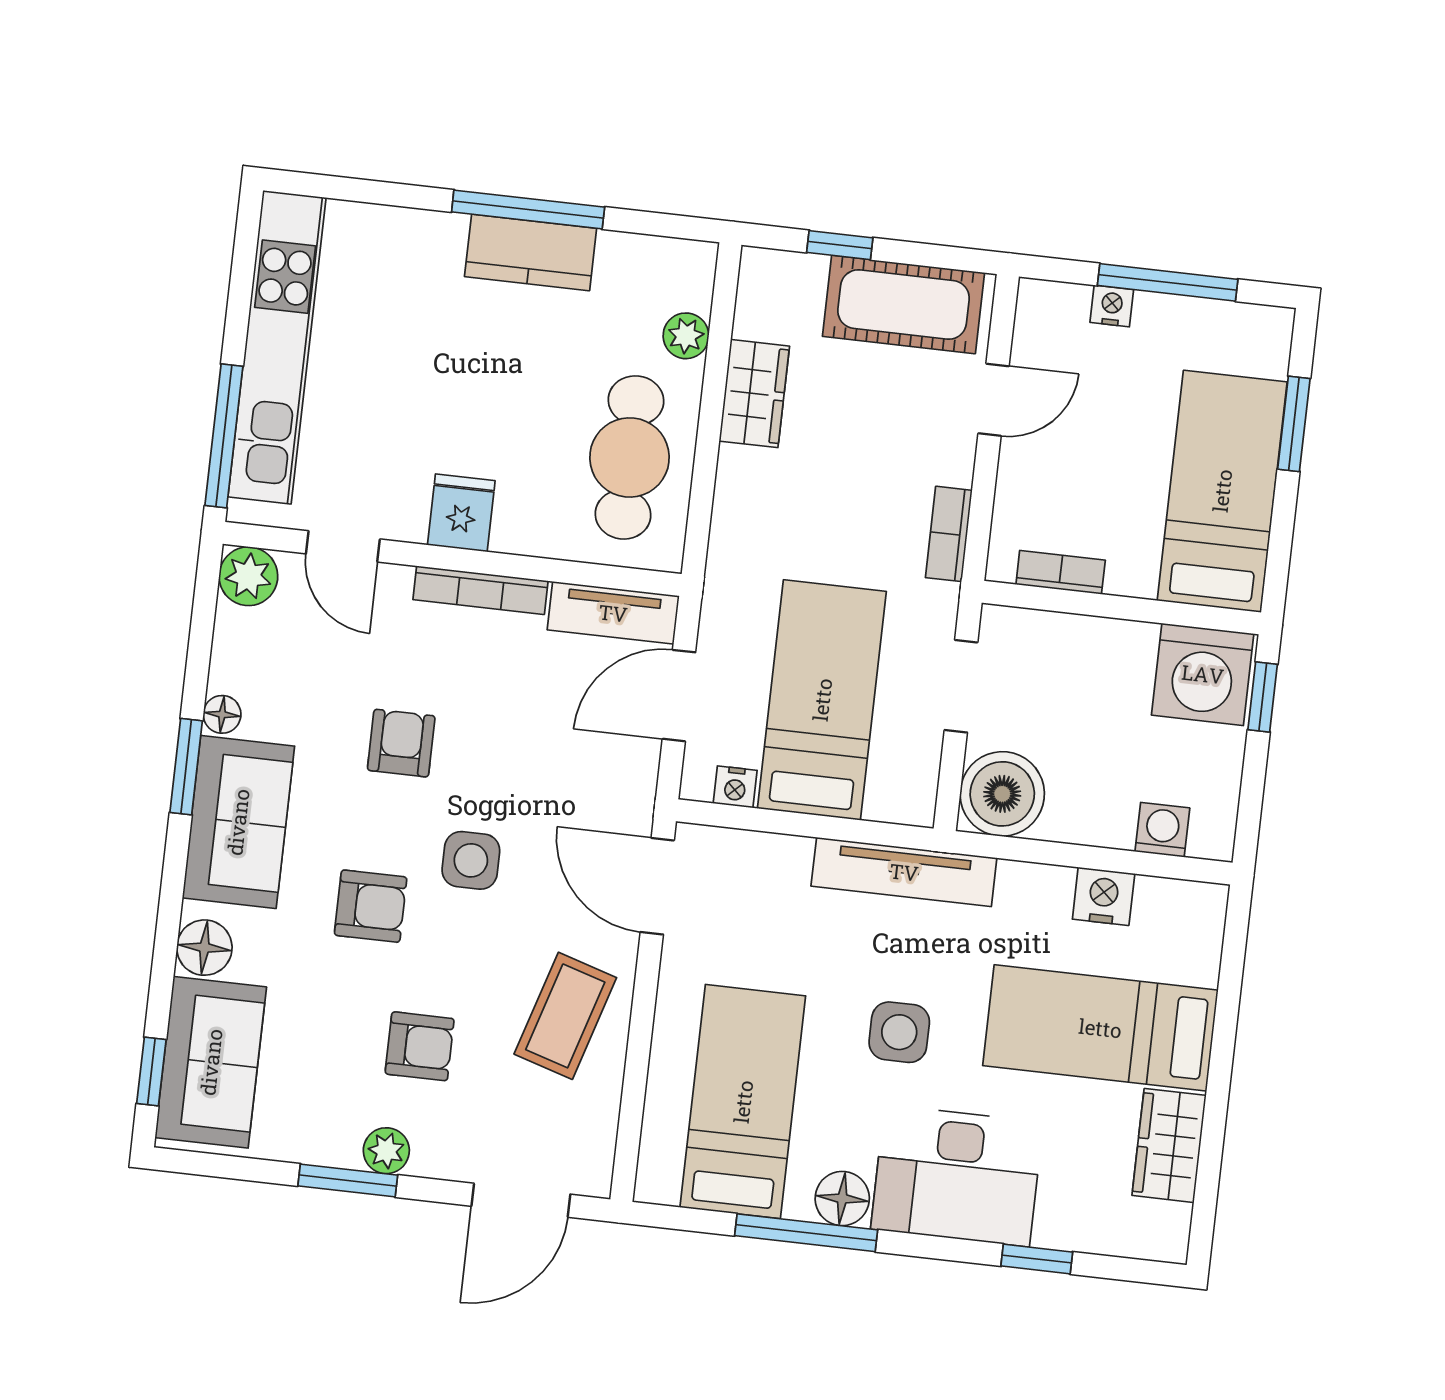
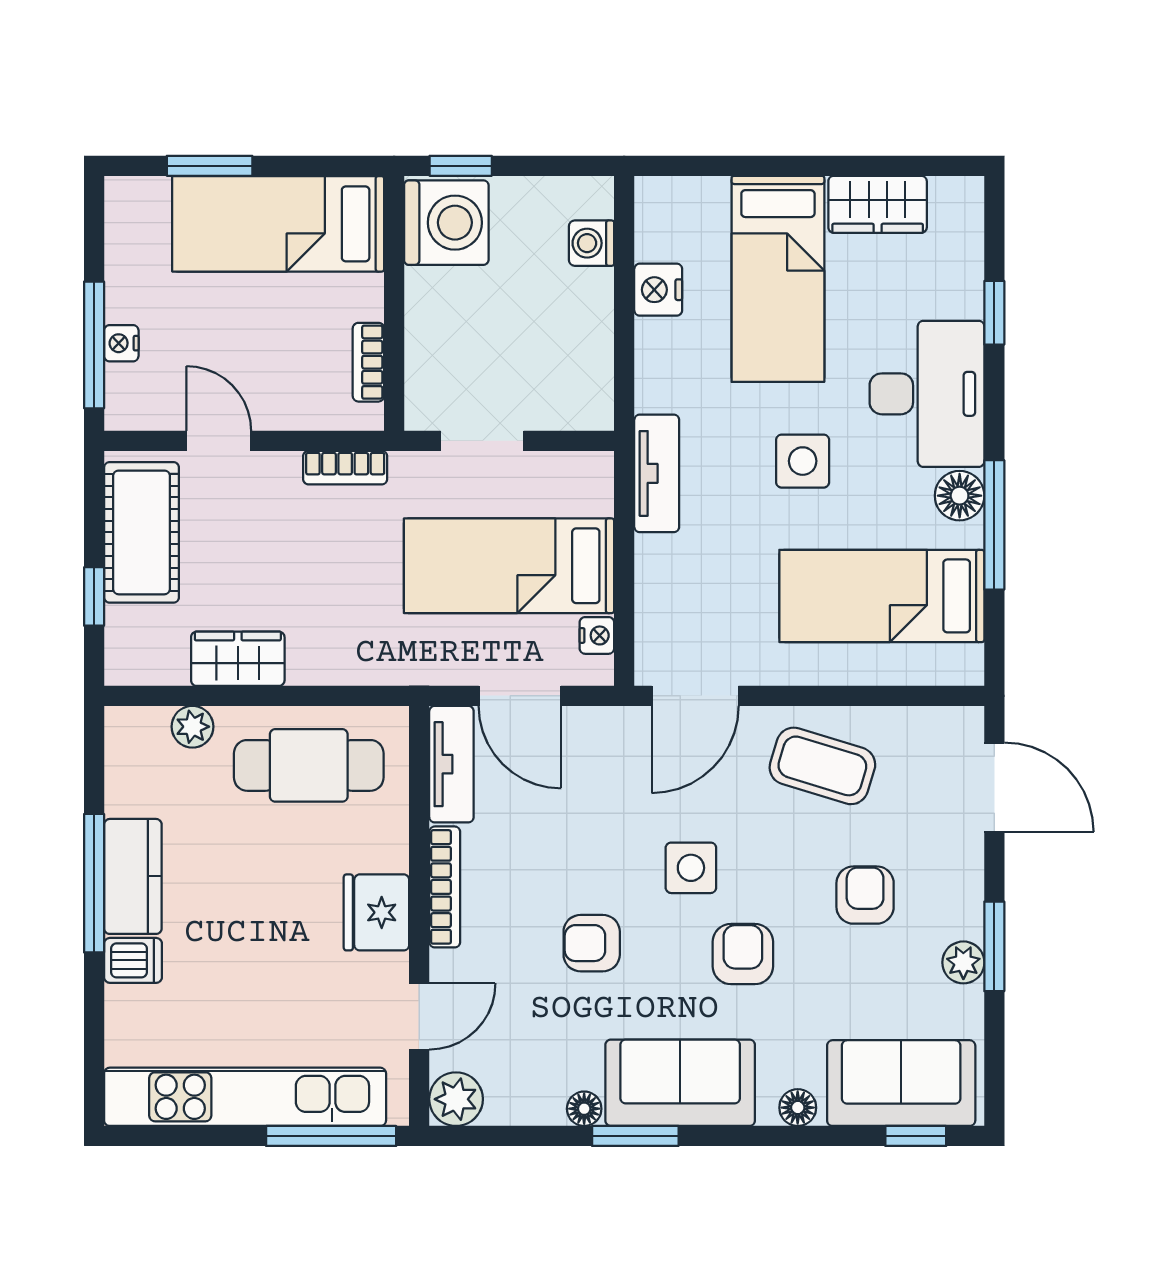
dishwasher: (439, 242) -> (133, 960), added
window: (1168, 282) -> (94, 345), moved
fridge: (461, 513) -> (376, 912), width x1.38
boiler: (1002, 794) -> (576, 392), removed
tv unit: (904, 872) -> (657, 473), width x0.71
floor lamp: (204, 948) -> (798, 1108), width x0.73, depth x0.73
plant: (386, 1151) -> (963, 962), moved

